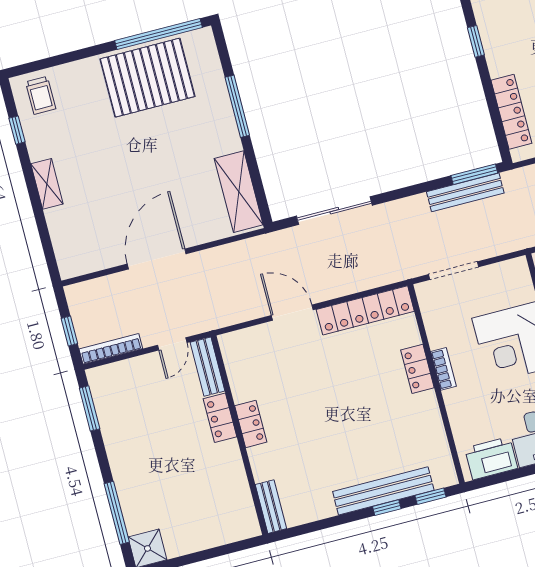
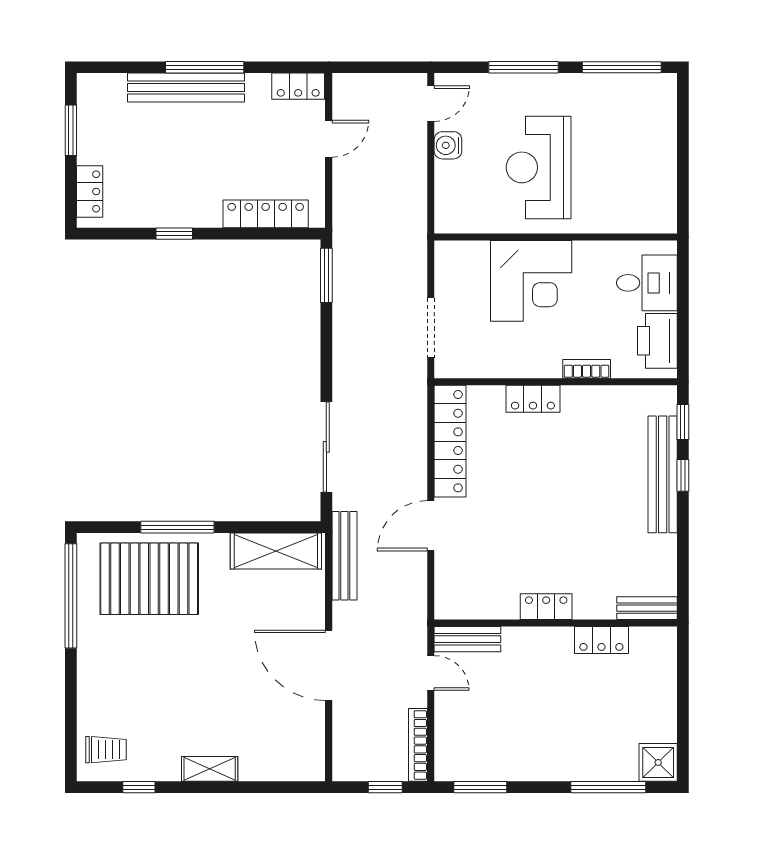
pallet: (147, 78) -> (149, 579), moved, turned 90
bench: (465, 192) -> (344, 556), moved
bookcase: (443, 369) -> (587, 369), moved
locker: (220, 418) -> (601, 640), moved

